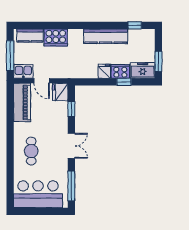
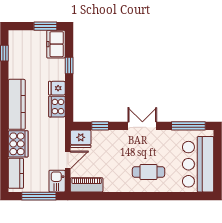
kitchen counter: (106, 36) -> (17, 104), moved
cooker: (120, 71) -> (57, 107), moved
piano: (22, 102) -> (87, 185), width x0.73, depth x0.75

